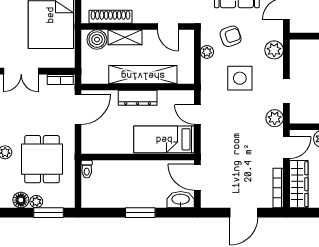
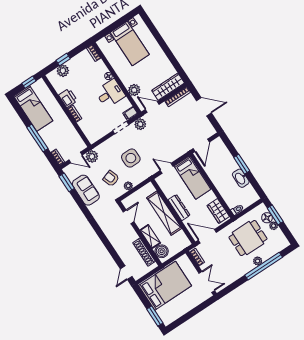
plant: (274, 50) -> (92, 156), moved
filing cabinet: (296, 114) -> (130, 113), added
door: (197, 115) -> (167, 168), swing flipped
wardrobe: (101, 144) -> (218, 211), added
floor lamp: (21, 200) -> (267, 218), moved
washbasin: (181, 200) -> (241, 178), moved

